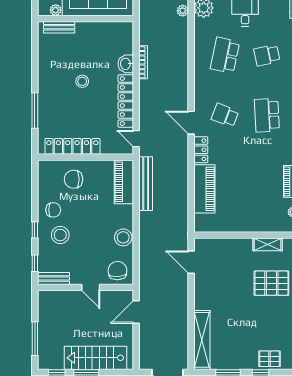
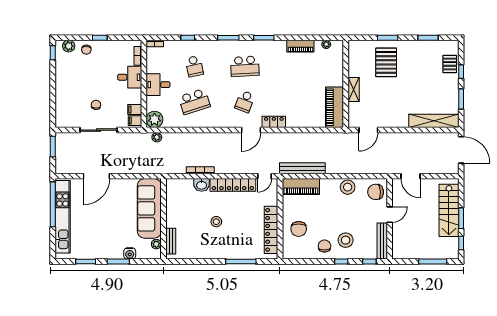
school desk: (225, 55) -> (194, 101), turned -30
piano: (204, 189) -> (335, 107), moved, turned -90
shelving: (268, 244) -> (354, 89), moved
bench: (53, 278) -> (382, 241), width x1.36

